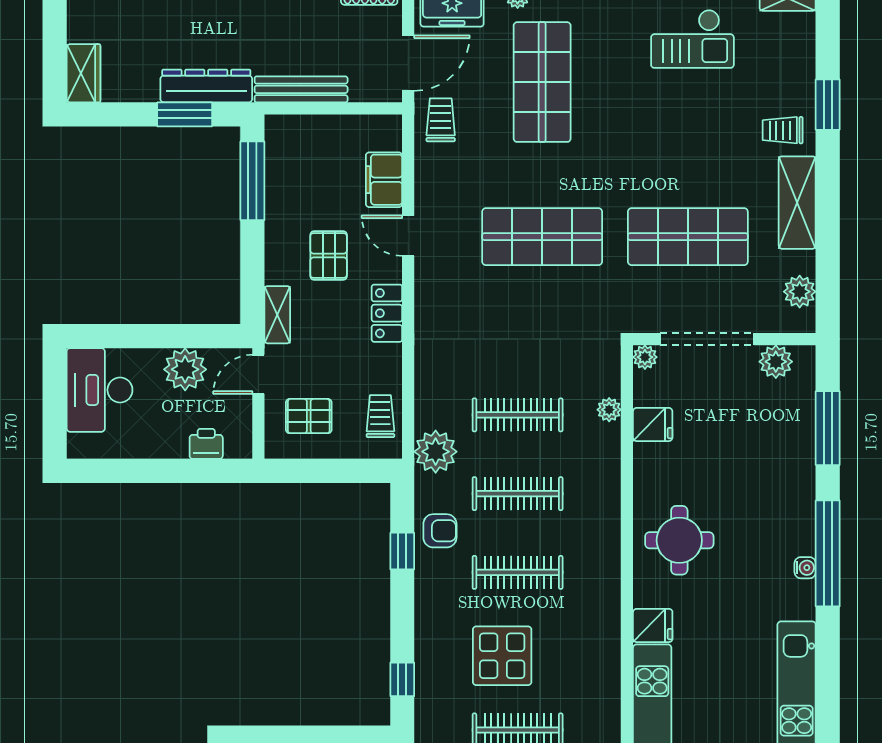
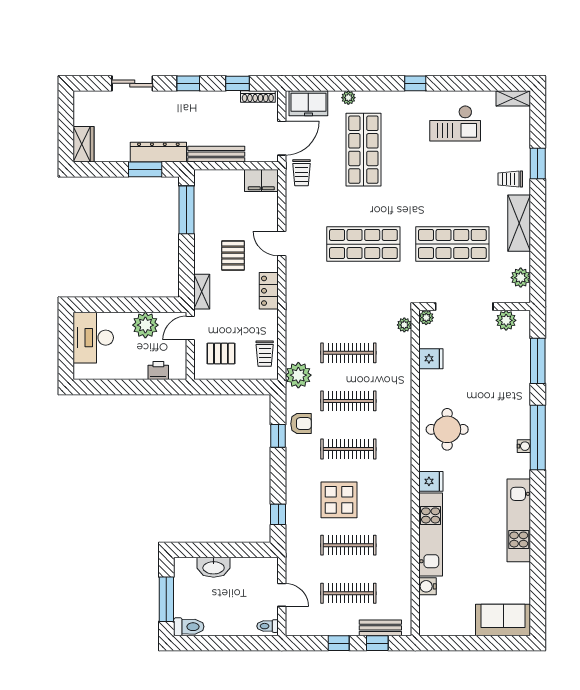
trolley: (441, 120) -> (301, 173), turned 180
filing cabinet: (384, 180) -> (261, 181), moved, turned -90
plant: (609, 410) -> (404, 325), moved
trolley: (380, 416) -> (265, 354), turned 180

